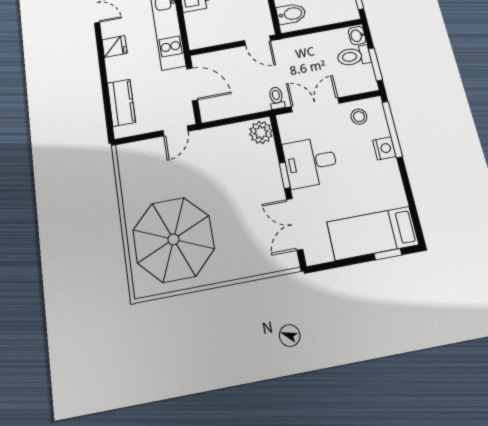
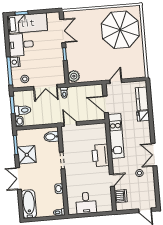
fridge: (115, 46) -> (143, 116), moved
desk: (310, 162) -> (21, 45), moved, turned 180

